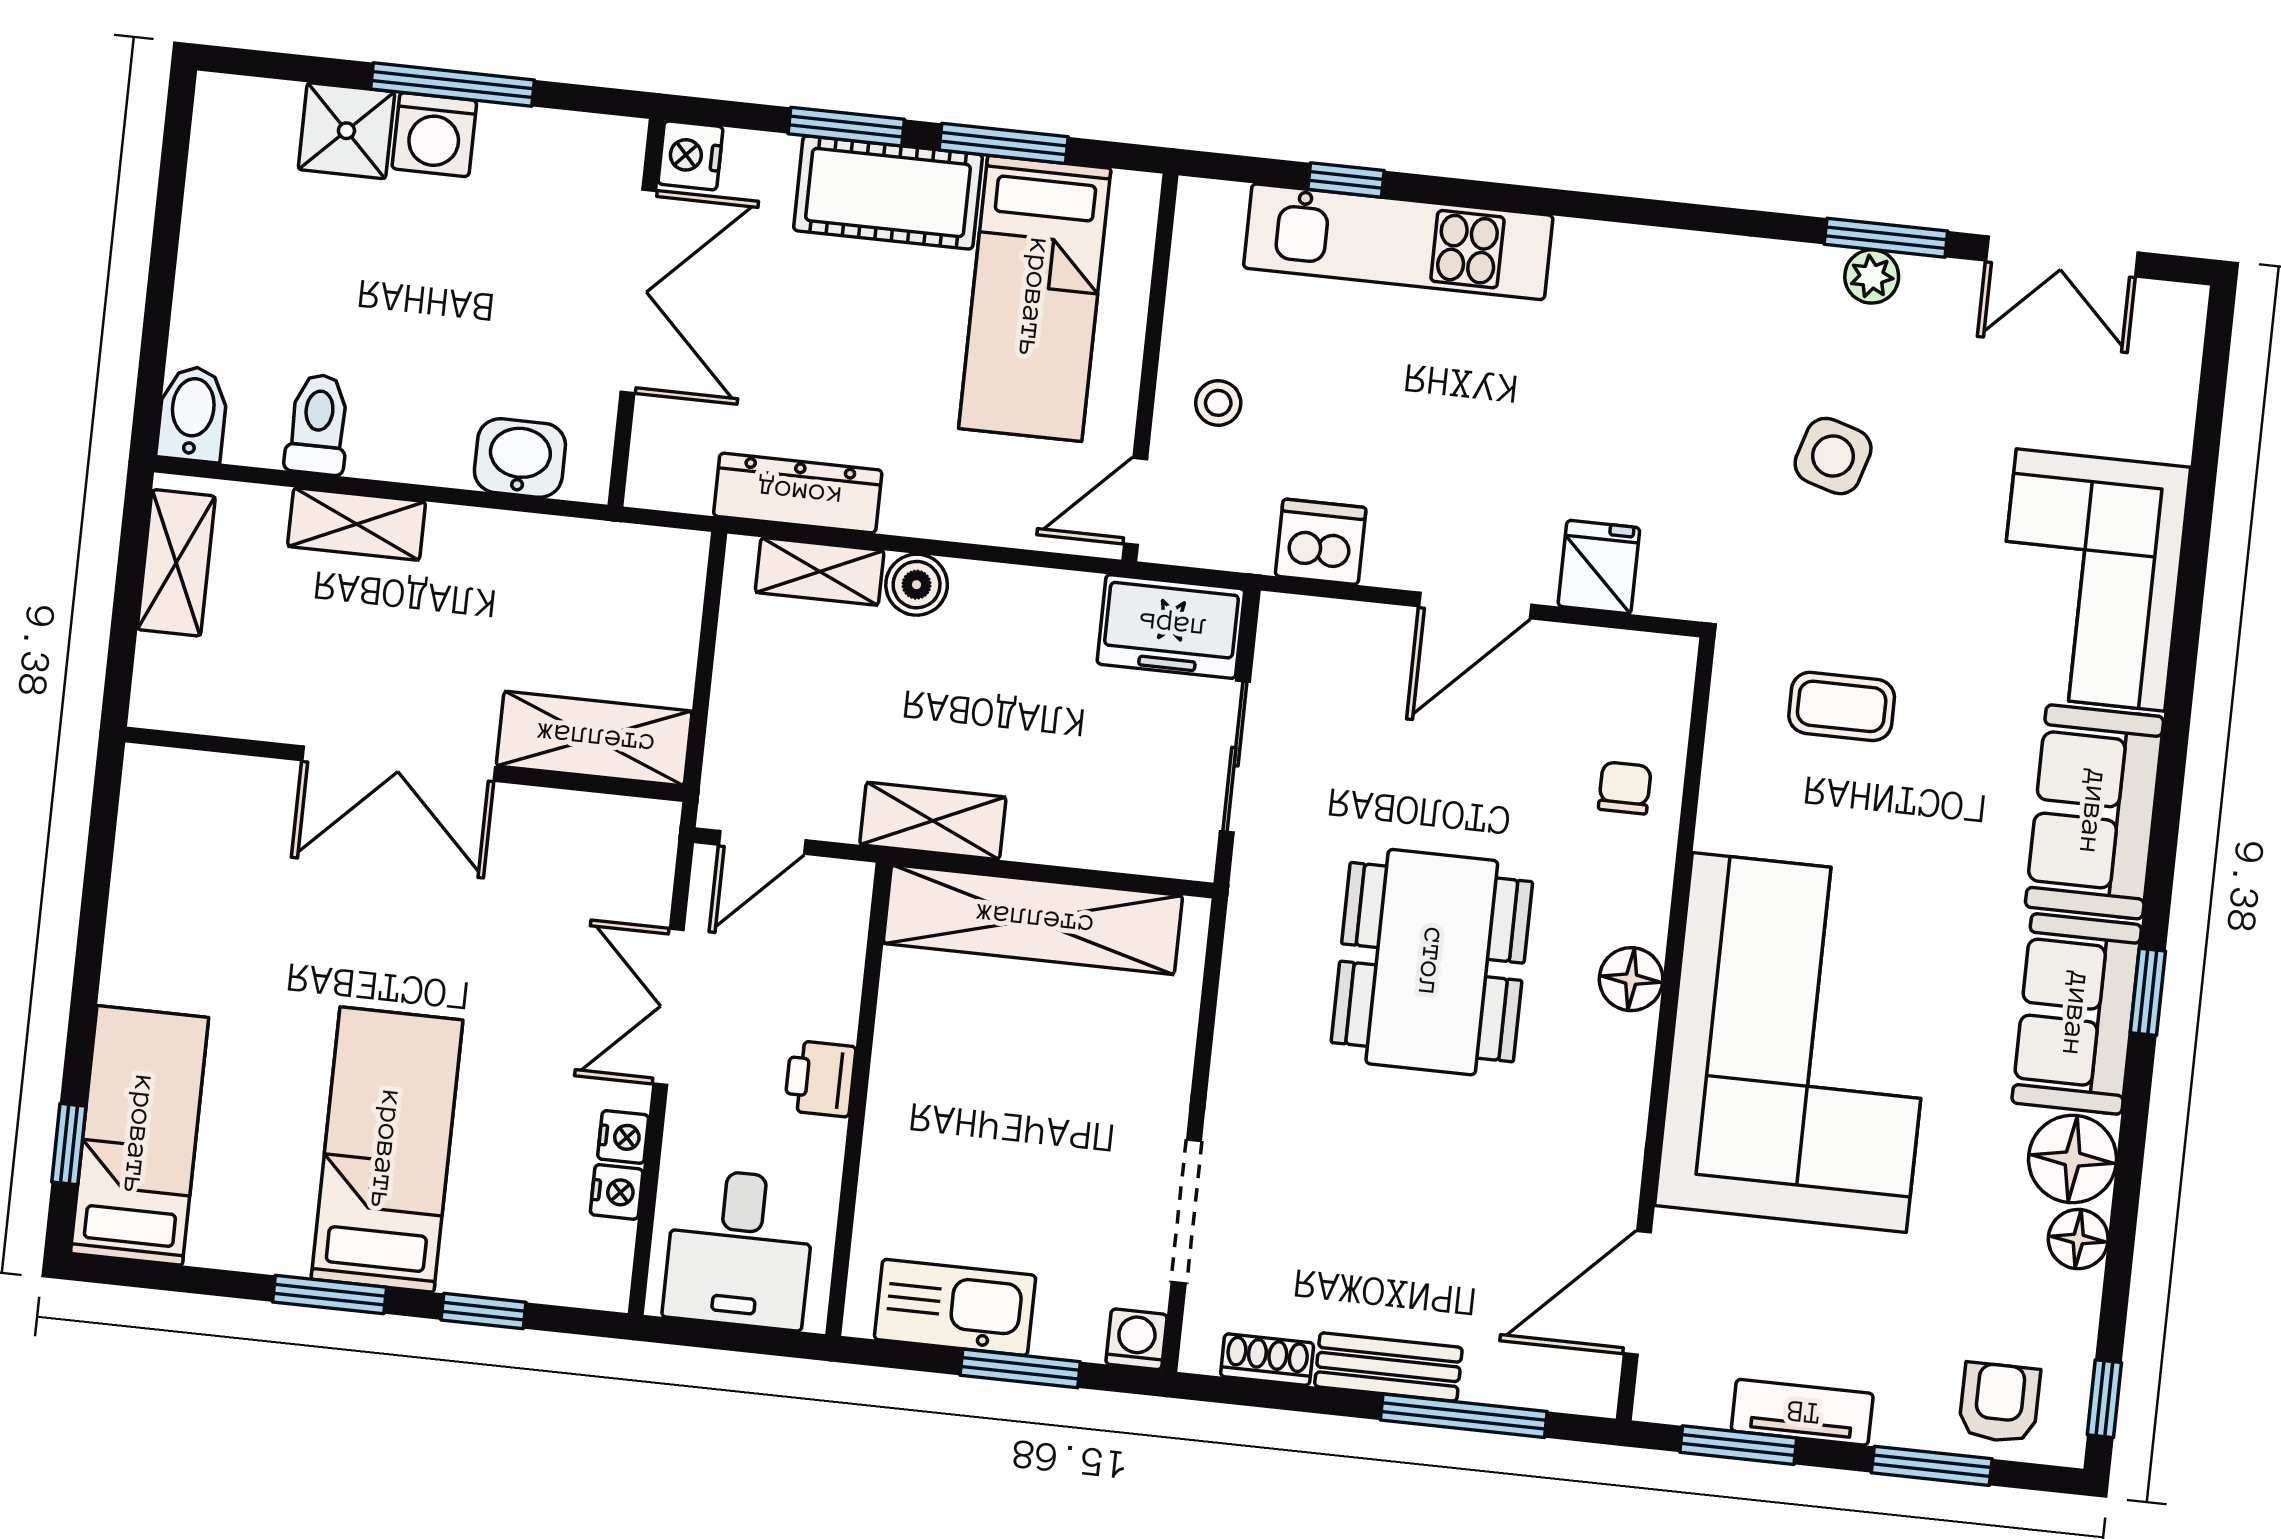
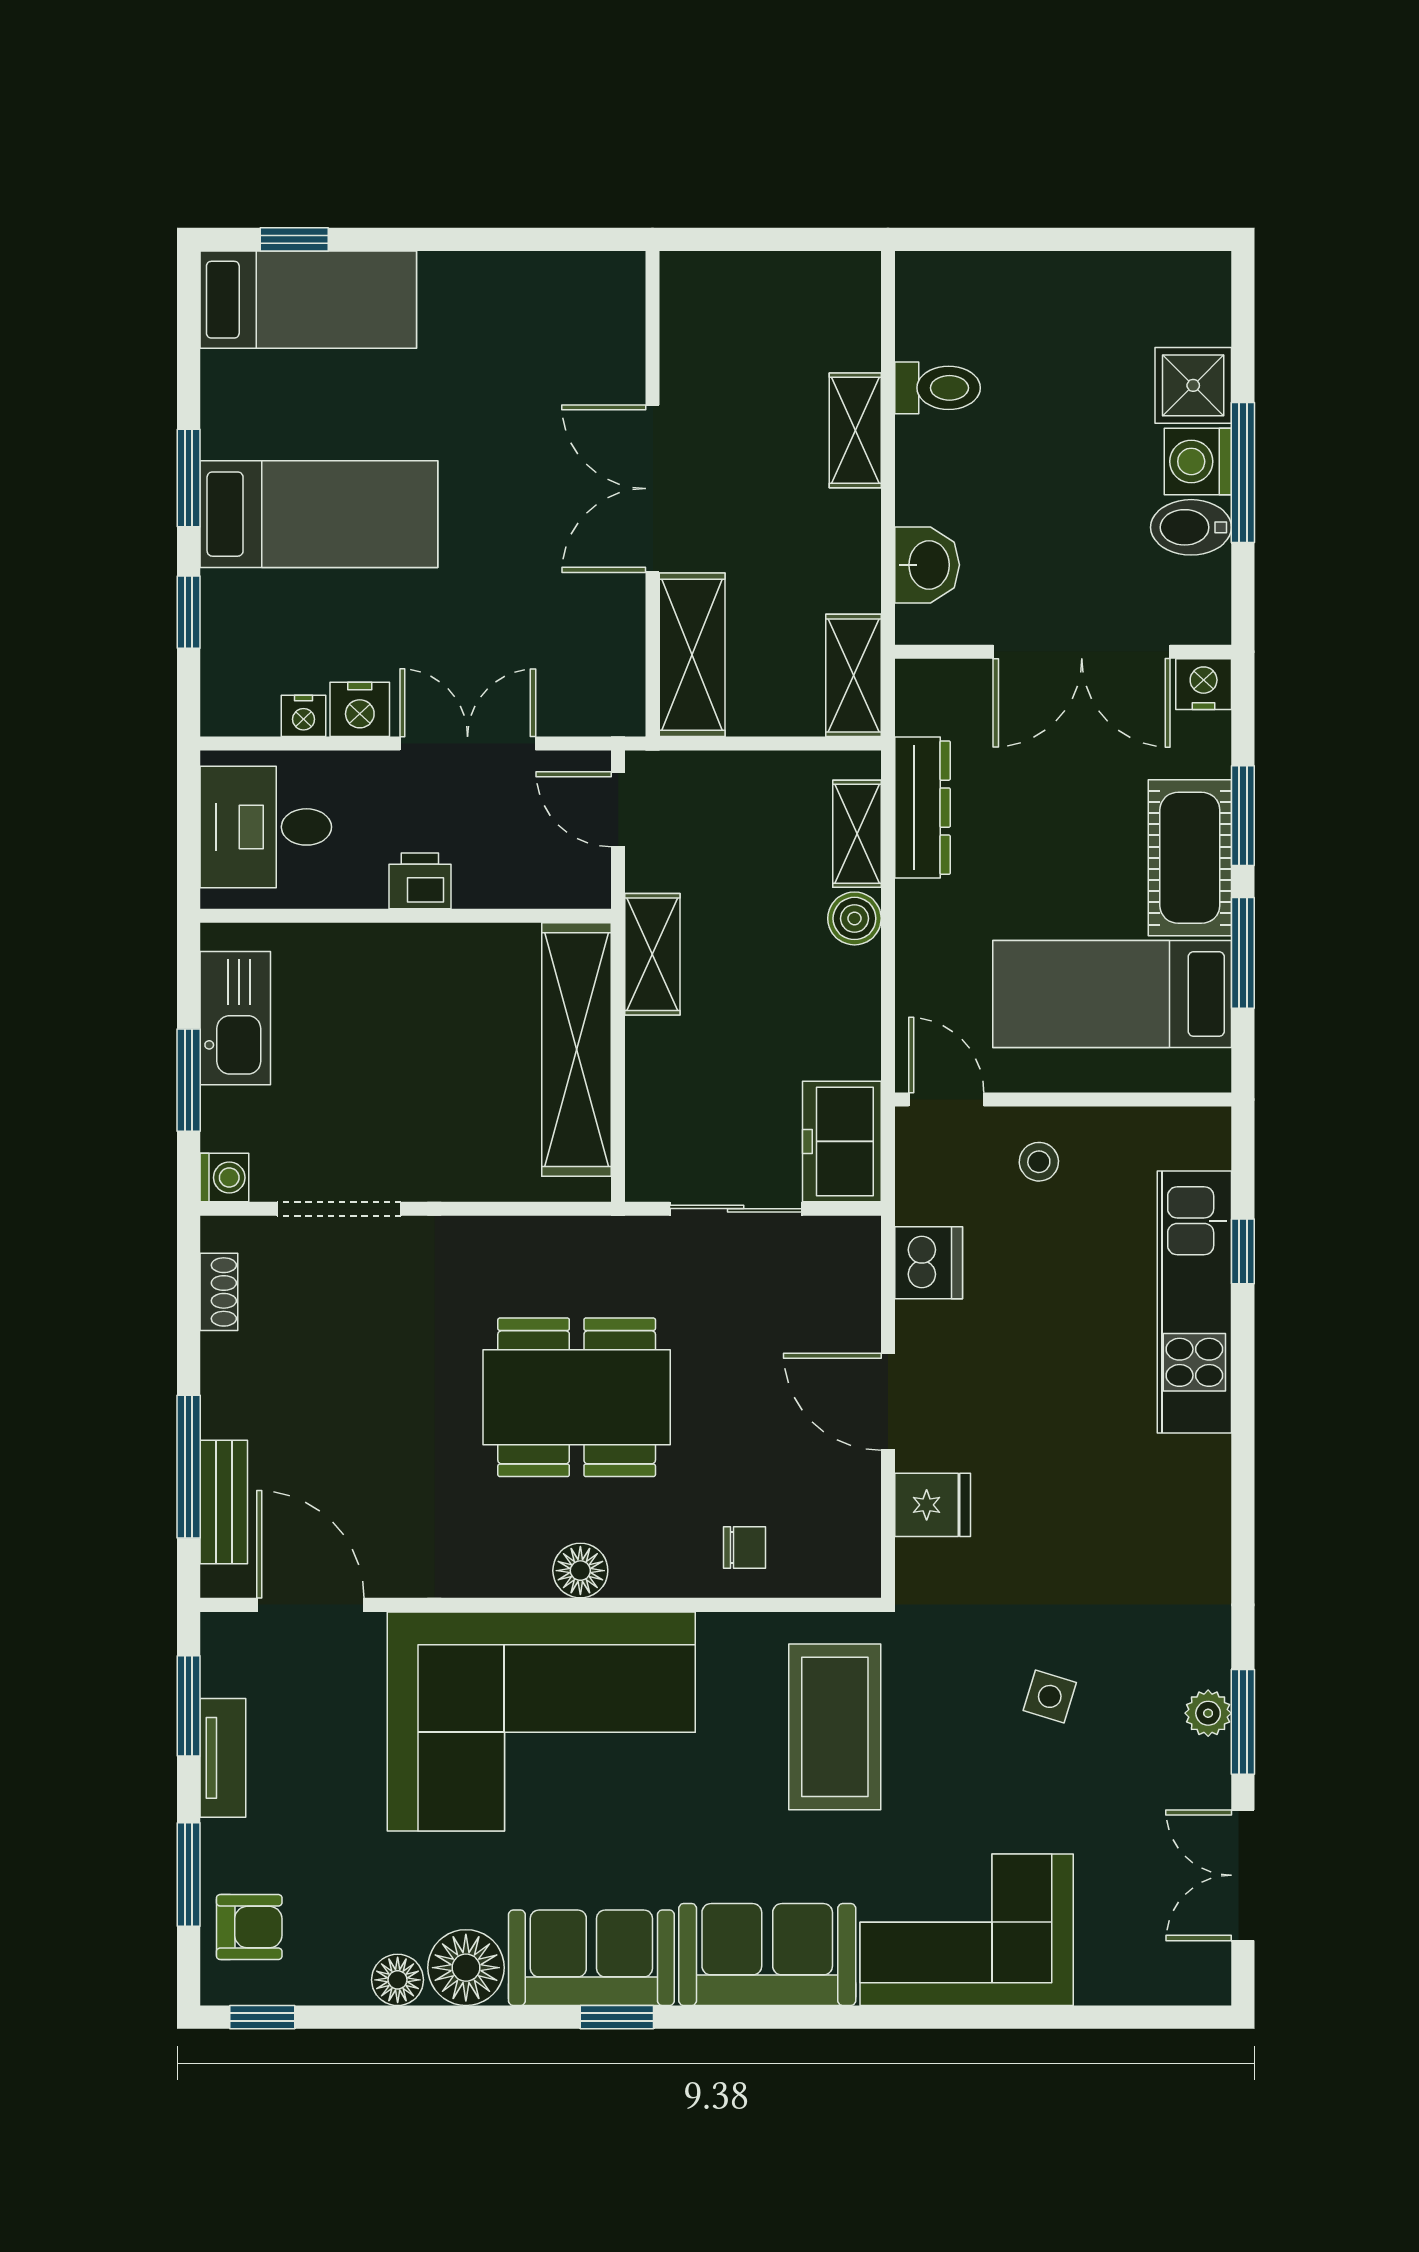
bidet: (193, 414) -> (1191, 527), moved, turned 180
side table: (1833, 456) -> (1050, 1696), width x0.73, depth x0.73
shelving: (176, 563) -> (854, 675), moved, turned 90
coffee table: (1842, 706) -> (835, 1727), width x1.86, depth x1.72
nightstand: (623, 1137) -> (360, 709), width x1.39, depth x1.35
bench: (1388, 1367) -> (224, 1502), moved

